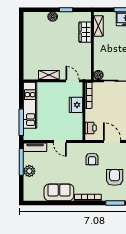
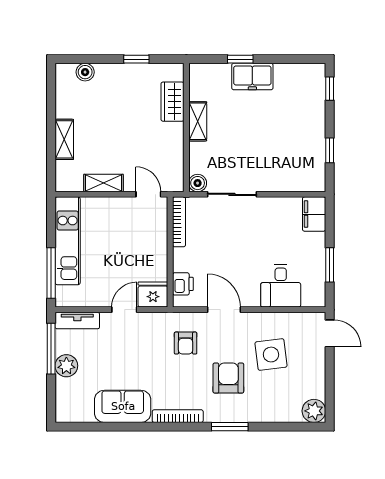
boiler: (53, 17) -> (85, 72), moved
shelving: (98, 26) -> (198, 121), moved
shelving: (28, 52) -> (64, 139), added
fridge: (76, 105) -> (153, 295), moved, turned 90
door: (60, 142) -> (124, 310), swing flipped

